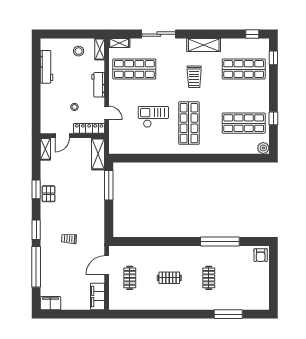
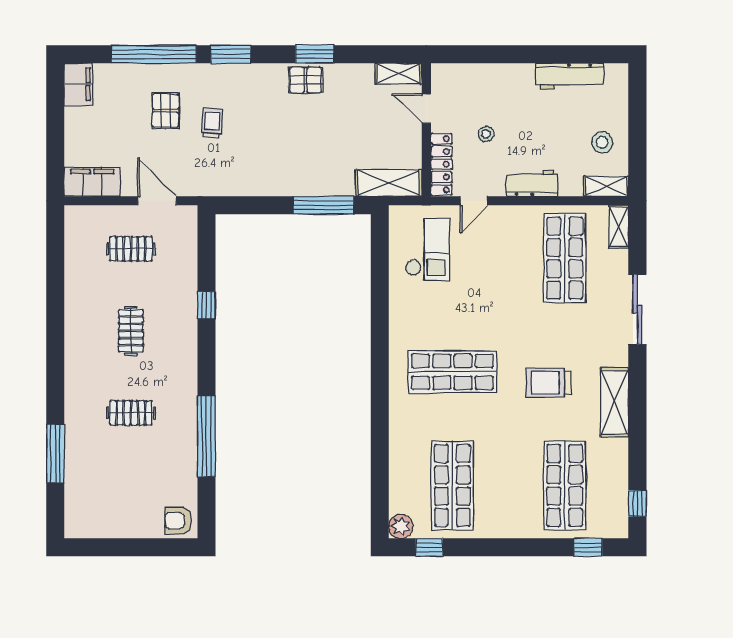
checkout: (153, 117) -> (427, 249), moved
window: (273, 118) -> (429, 547), moved
window: (157, 241) -> (206, 305), added
pallet: (63, 261) -> (165, 111), added

